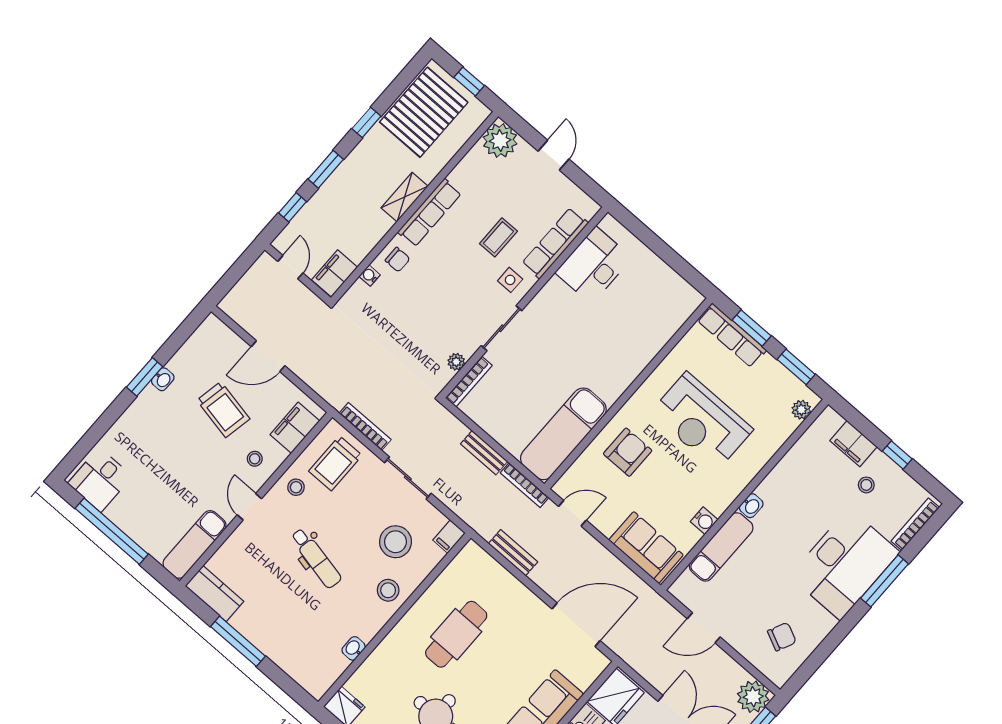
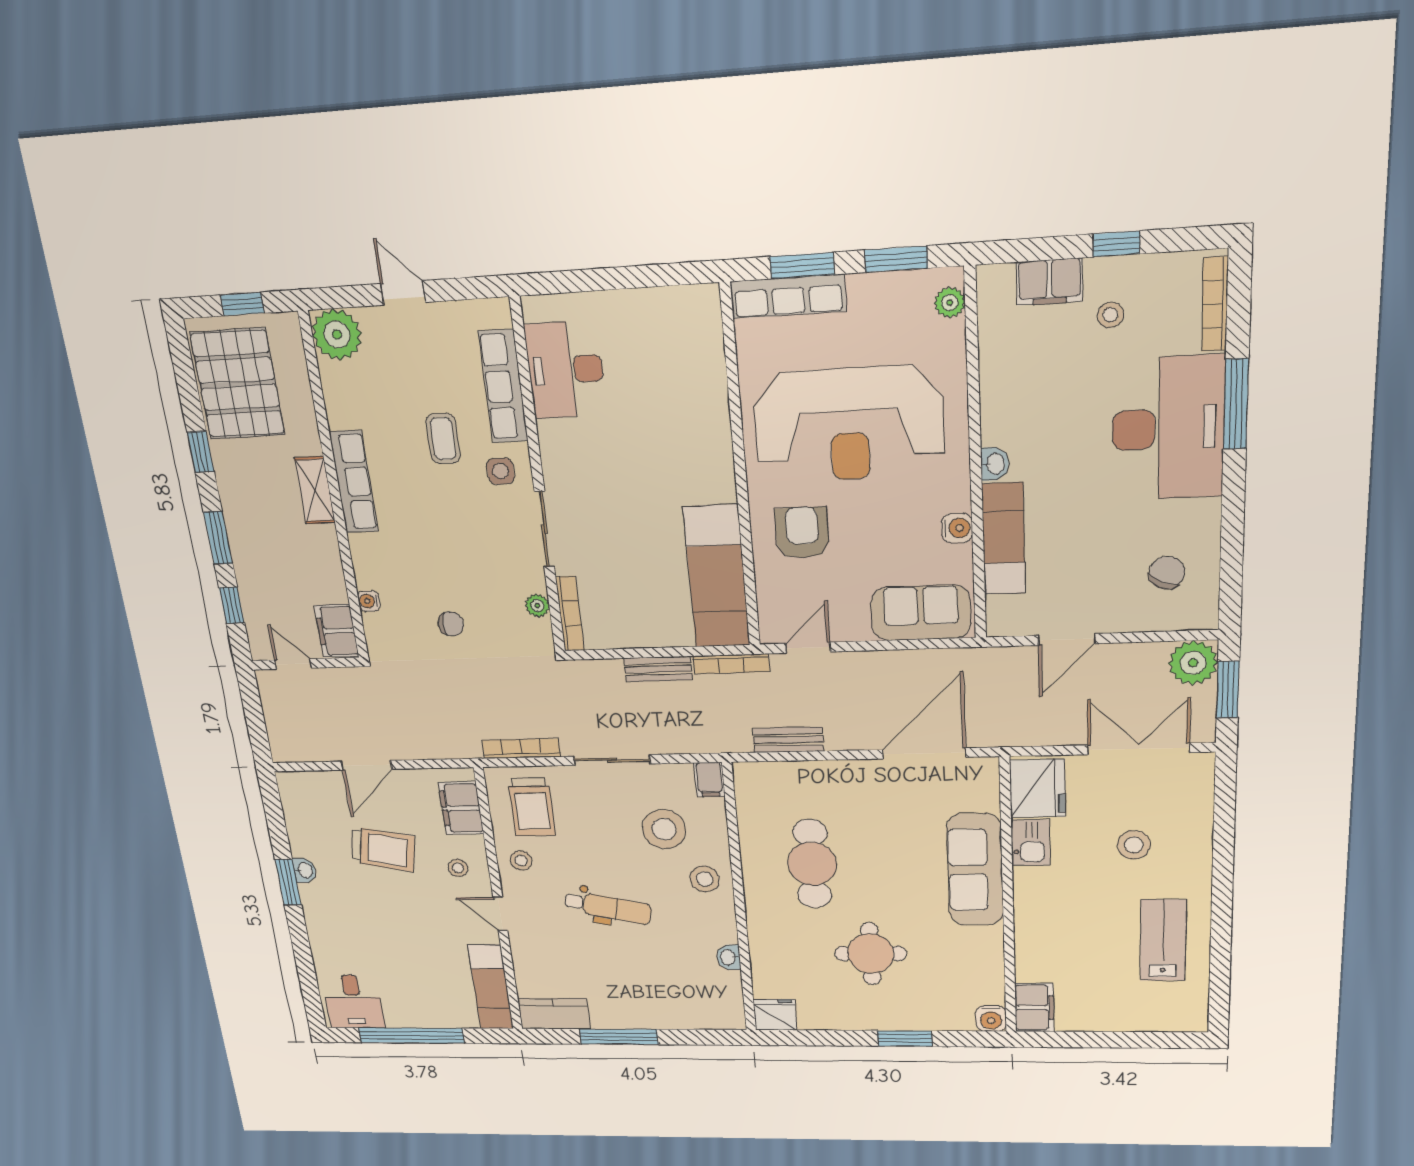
chair: (398, 260) -> (451, 624), moved
reception desk: (702, 421) -> (849, 424), width x1.36, depth x1.30

